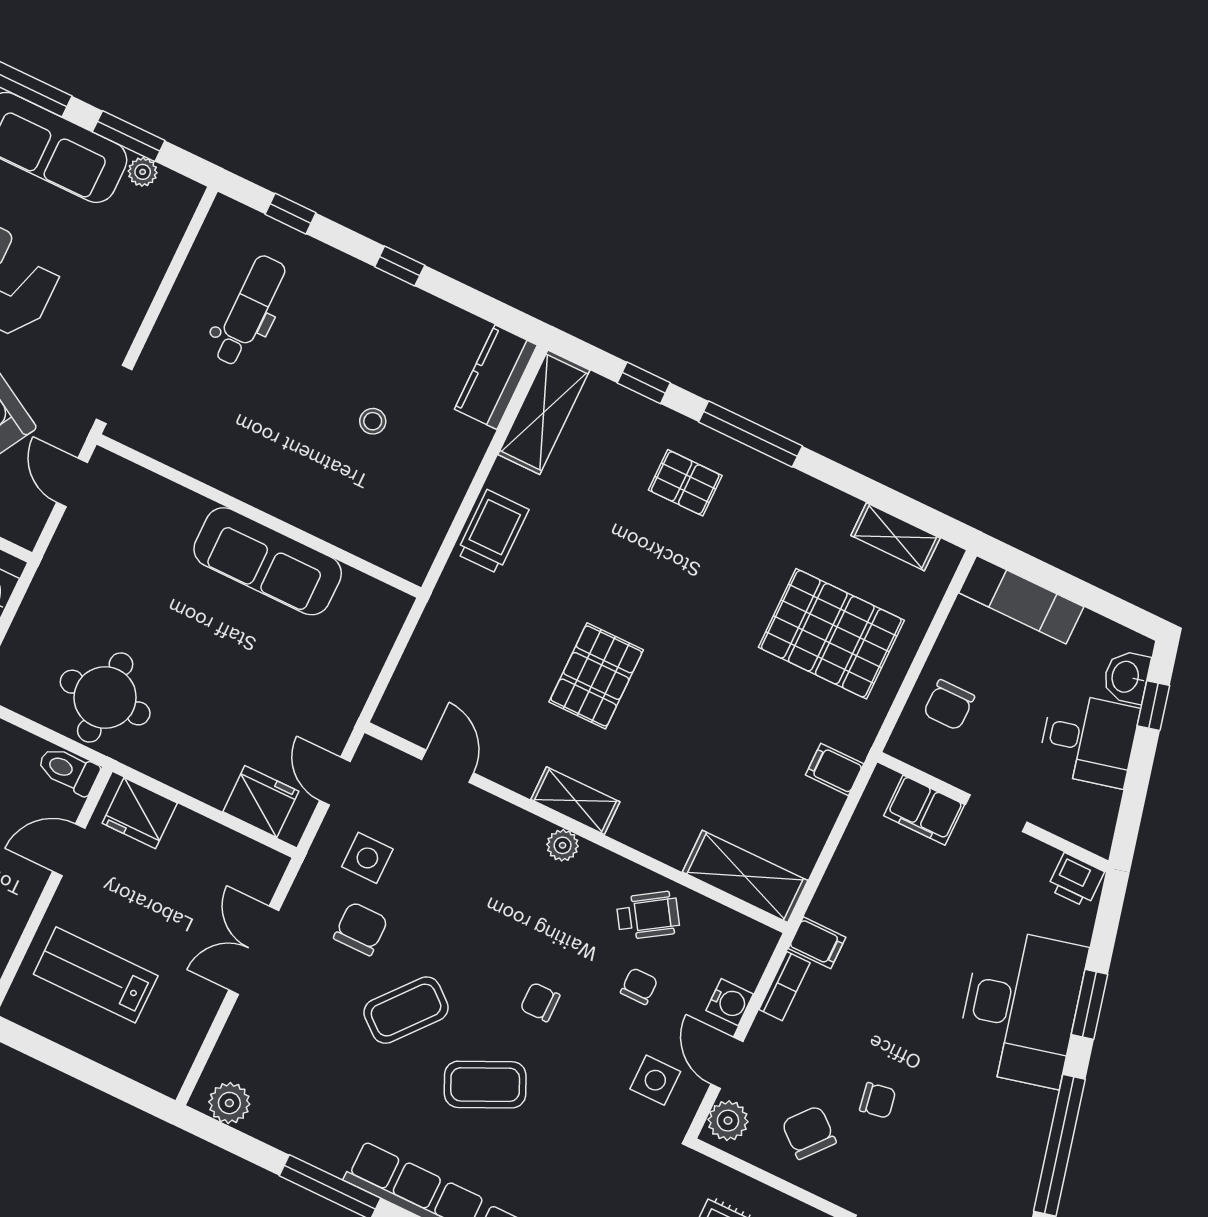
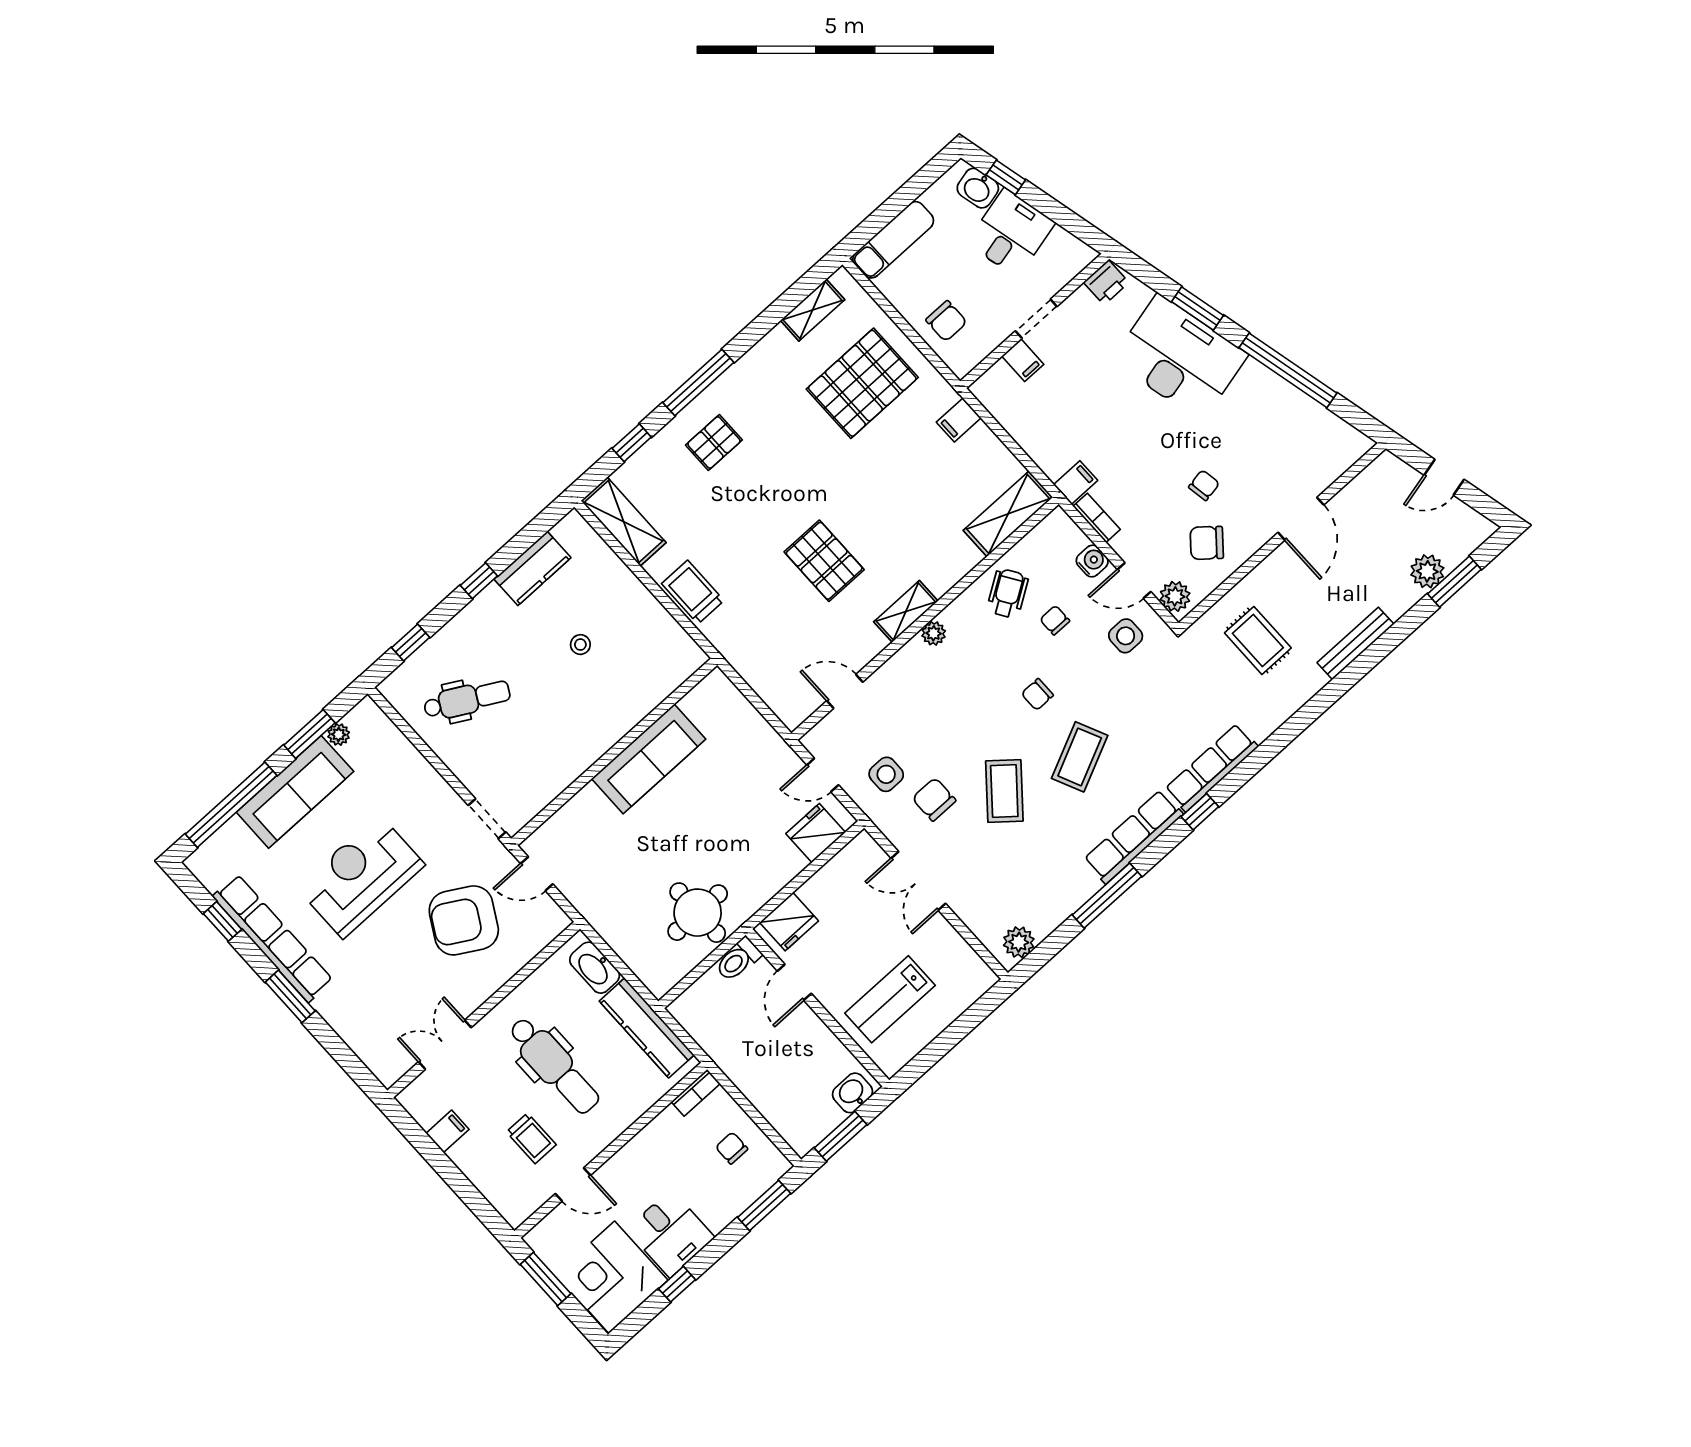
dental chair: (249, 311) -> (467, 700), turned 119
kitchen counter: (496, 377) -> (532, 568), moved, turned -90
filing cabinet: (924, 810) -> (1023, 360), width x0.50

